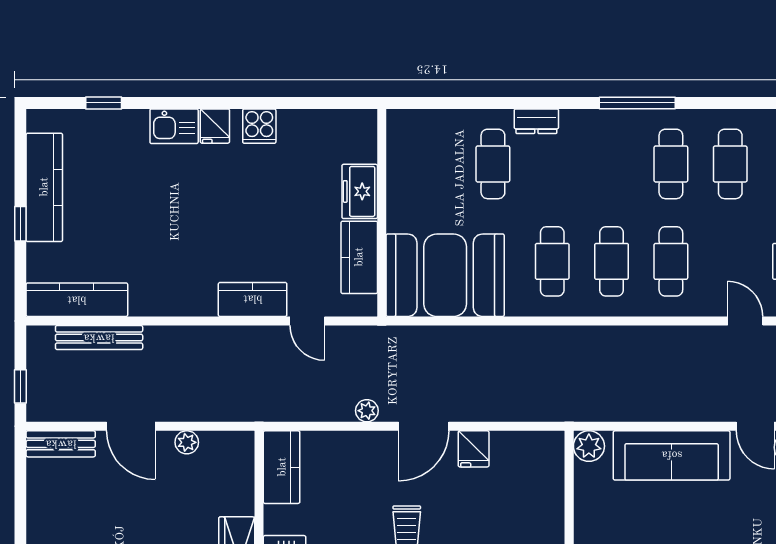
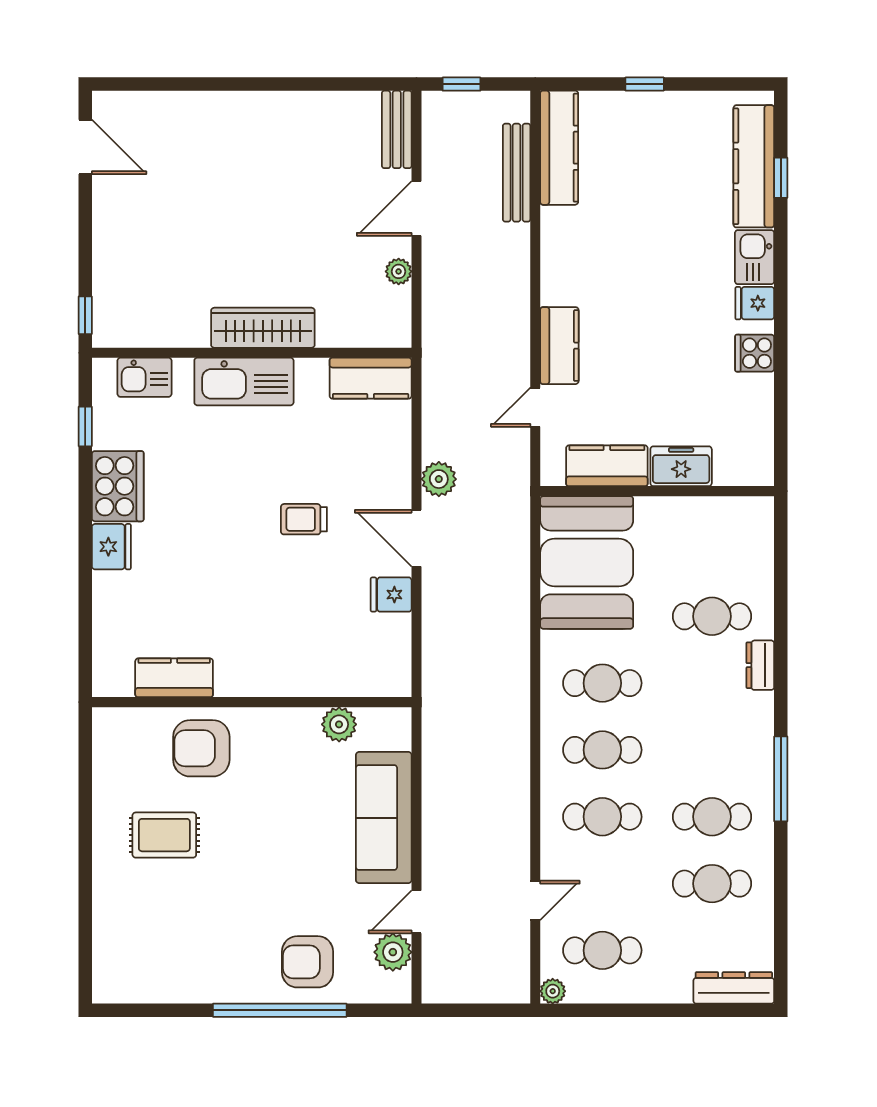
kitchen counter: (44, 187) -> (754, 166), moved, turned 90
plant: (367, 411) -> (439, 479), width x1.38, depth x1.38
plant: (589, 446) -> (339, 724), moved

